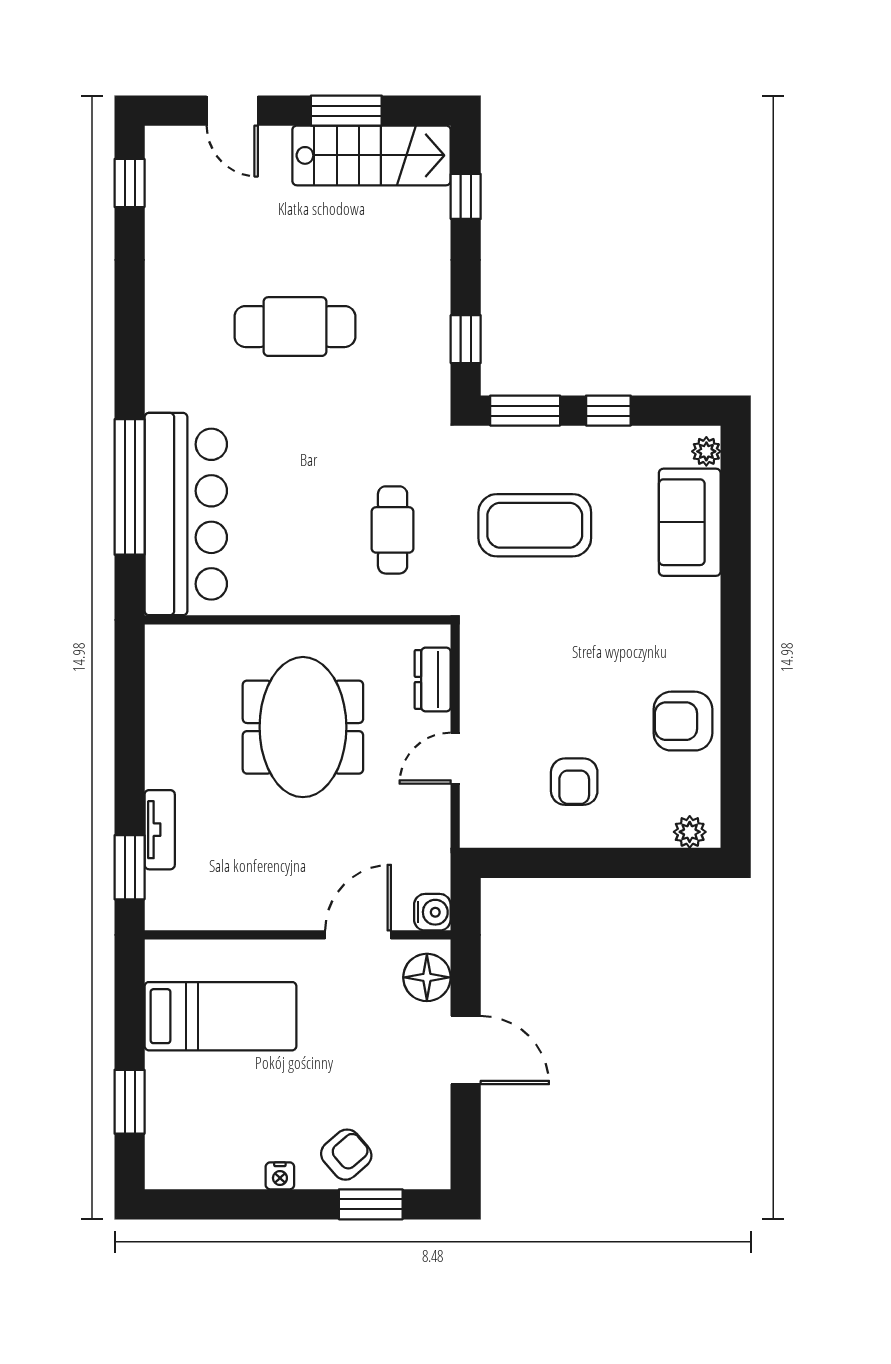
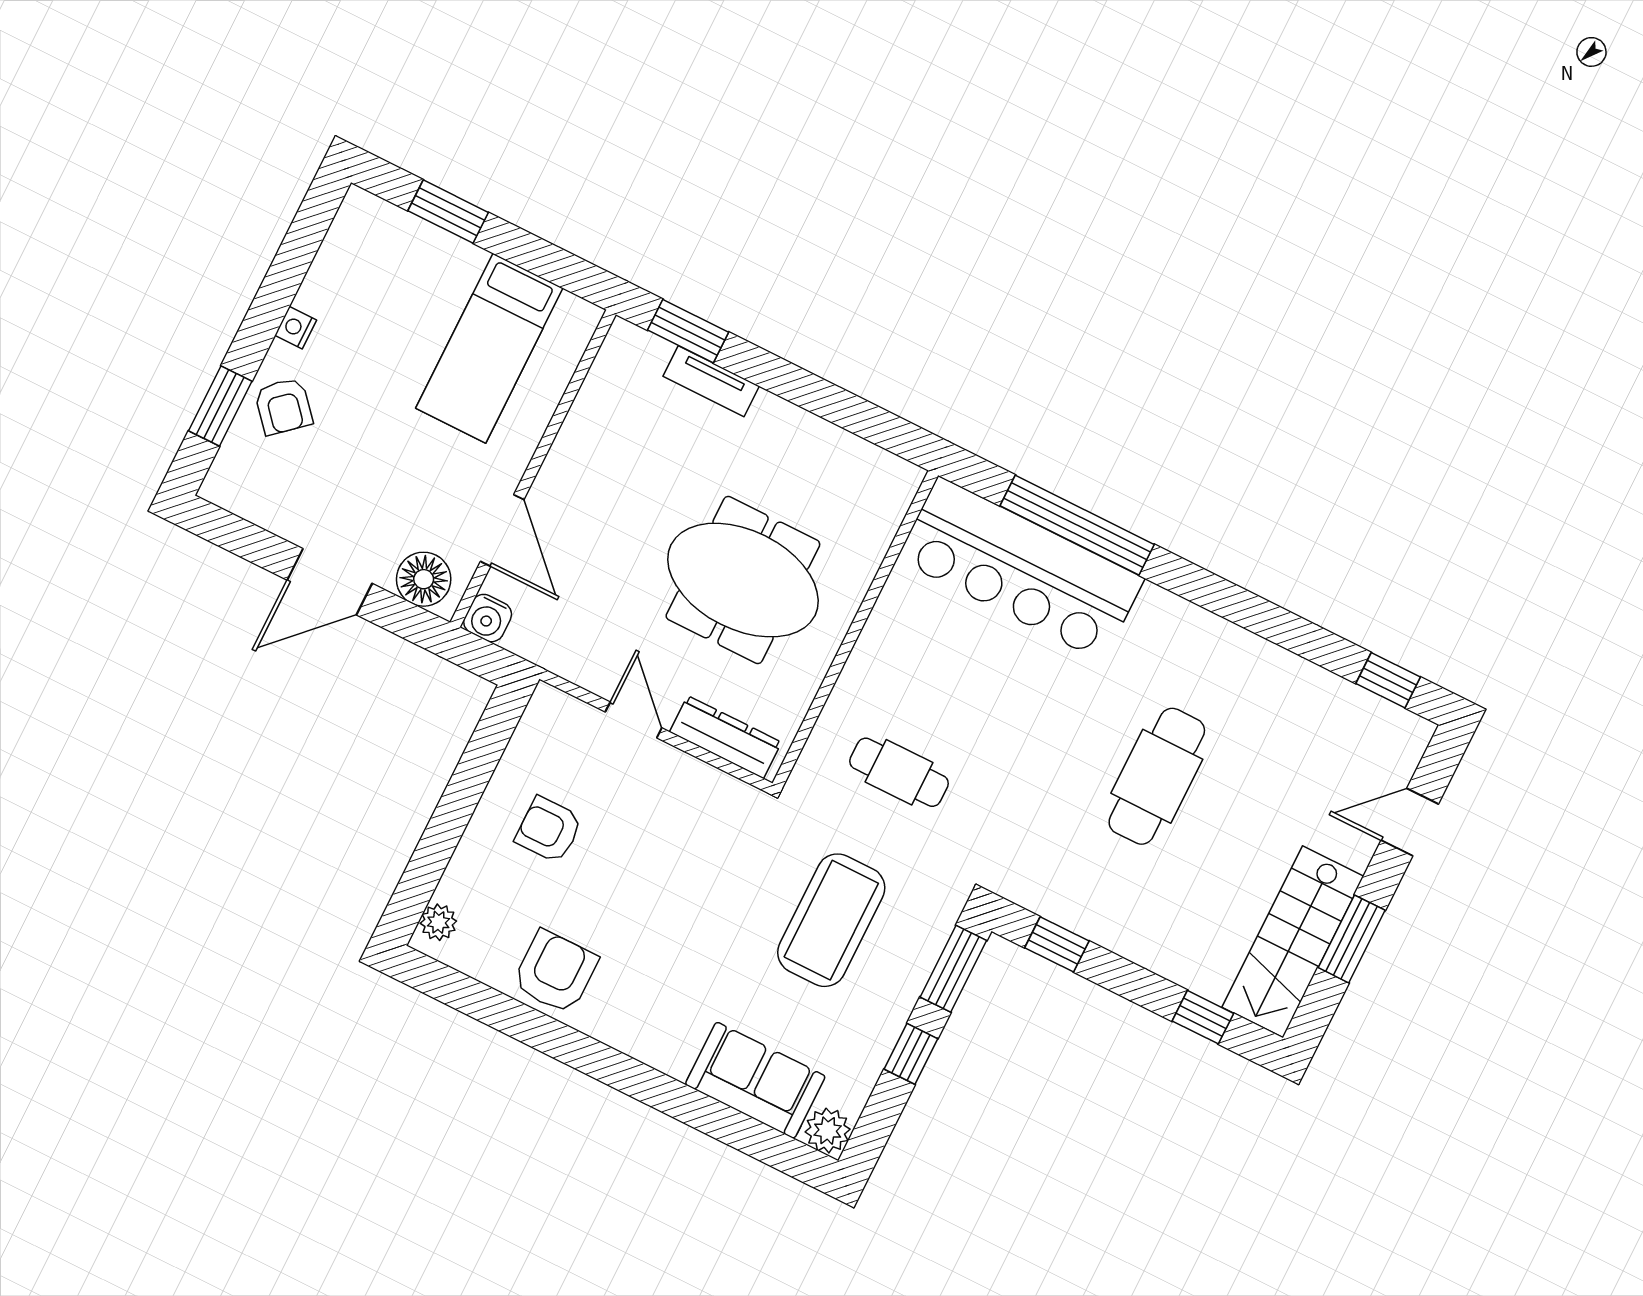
plant: (706, 451) -> (828, 1131), width x1.38, depth x1.38
dresser: (433, 679) -> (726, 737), width x1.44

